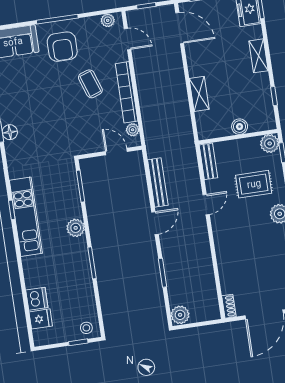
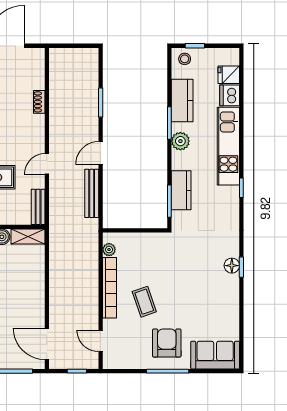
plant: (108, 20) -> (118, 362), removed
shelving: (199, 94) -> (28, 237), moved, turned 90
door: (116, 152) -> (128, 230), removed
kitchen counter: (71, 199) -> (181, 190), added
kitchen unit: (26, 217) -> (228, 146), moved
plant: (76, 228) -> (180, 141), moved
kitchen counter: (83, 287) -> (182, 100), added
shoe rack: (229, 306) -> (39, 102), moved
plant: (180, 315) -> (89, 58), removed

